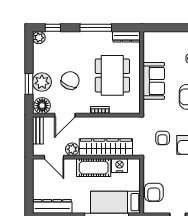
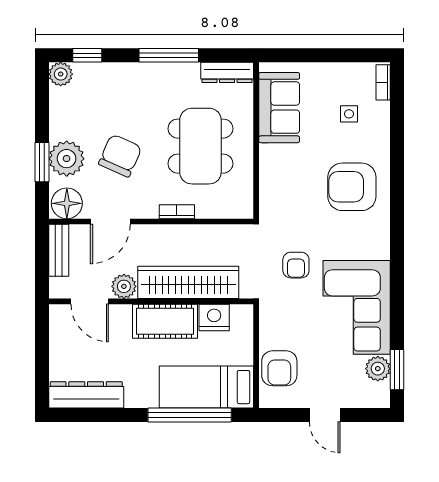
sofa: (154, 81) -> (279, 108), moved

